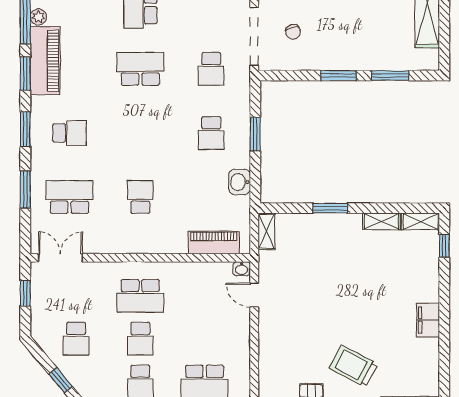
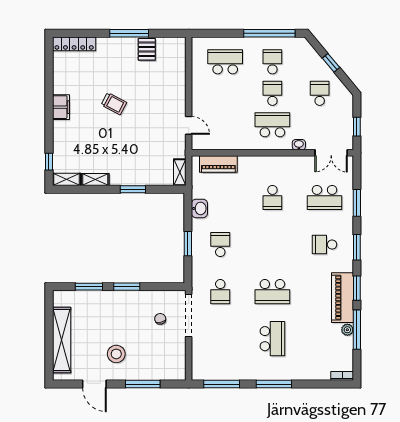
school desk: (211, 69) -> (220, 292), turned 180
washbasin: (242, 269) -> (299, 145), moved
trolley: (353, 366) -> (114, 104), moved, width x0.73, depth x0.72

